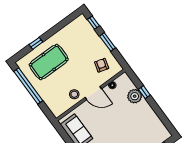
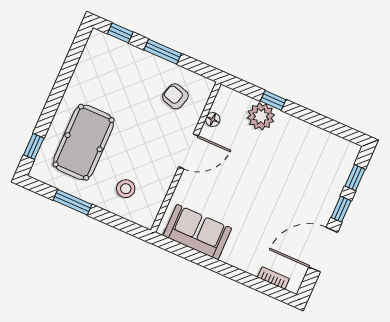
window: (36, 43) -> (34, 146), moved
window: (28, 86) -> (73, 202), width x0.47
stool: (74, 94) -> (126, 189), moved

